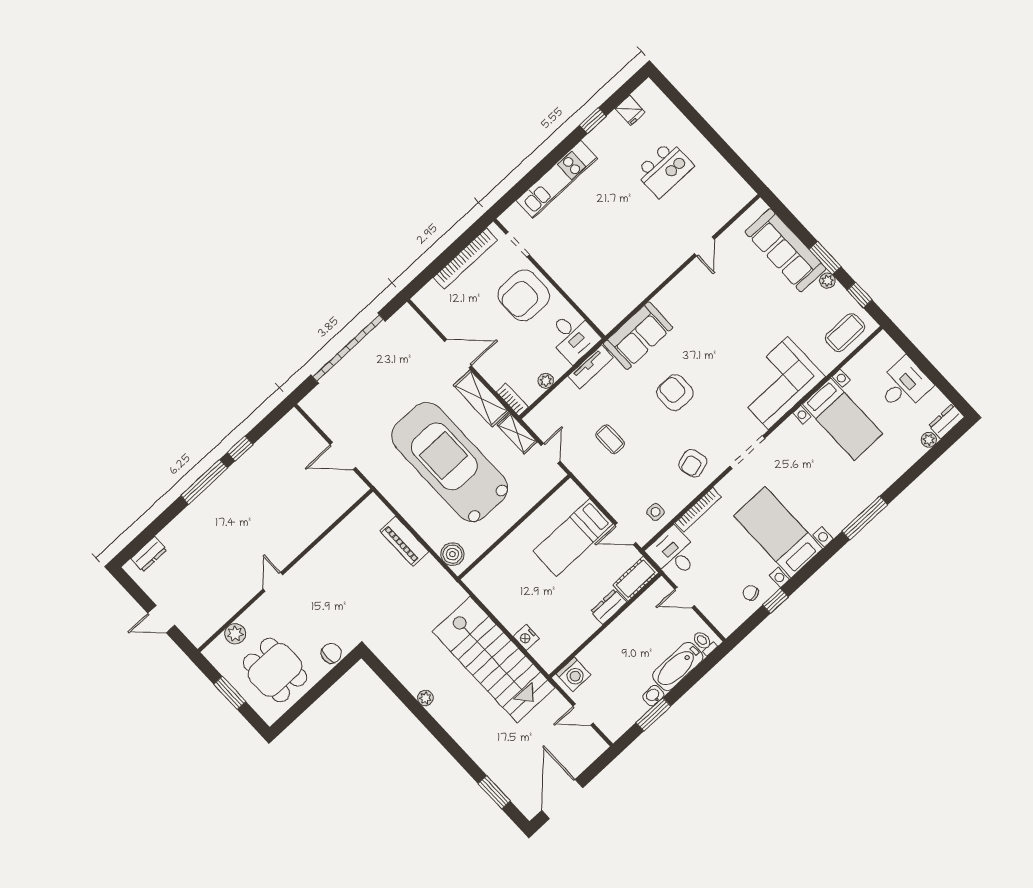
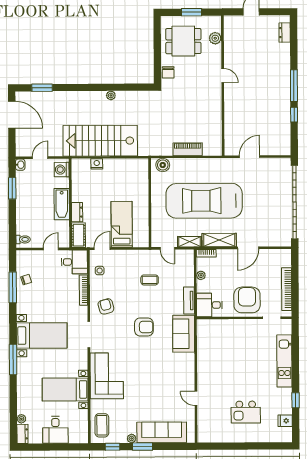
kitchen island: (664, 169) -> (246, 412), turned -90
garage door: (348, 348) -> (295, 202), width x1.36
car: (450, 462) -> (204, 201), turned 180
bed with nightstands: (778, 532) -> (42, 335), moved
window: (775, 601) -> (13, 287), width x2.17
bathtub: (678, 666) -> (62, 204), moved, turned 180
washbasin: (653, 696) -> (20, 165), moved

